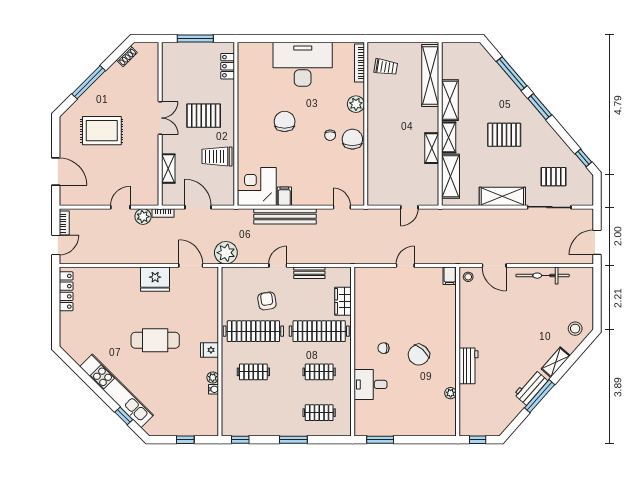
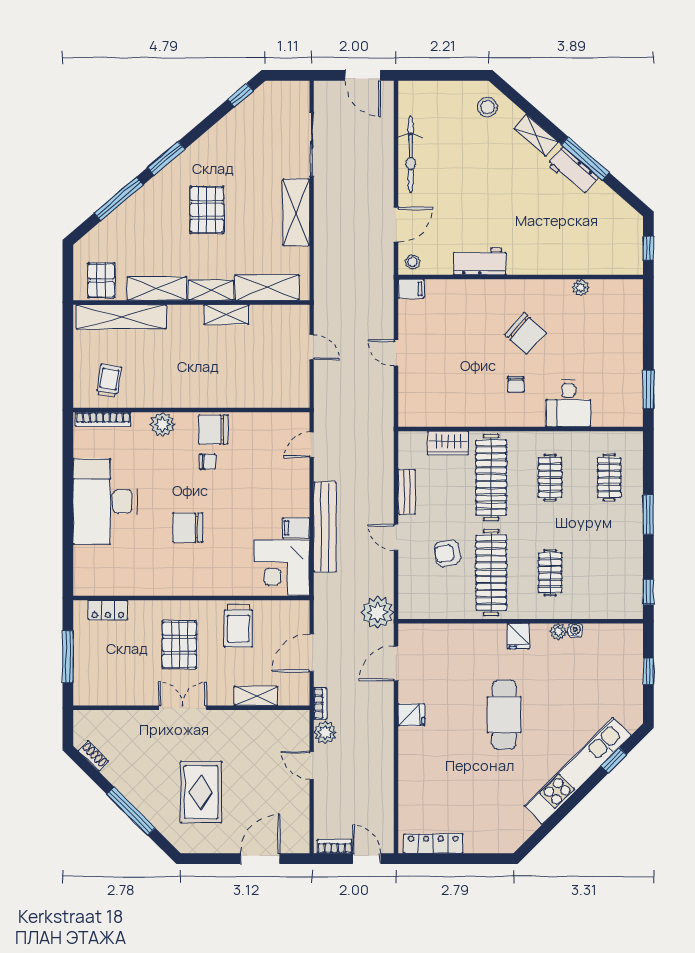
pallet: (553, 177) -> (101, 280), moved
fridge: (155, 279) -> (411, 715), width x0.53, depth x0.75
workbench: (468, 366) -> (480, 261), moved

